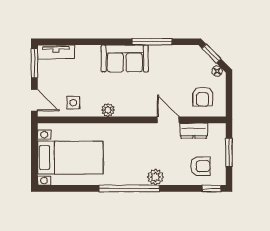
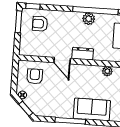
dresser: (194, 131) -> (83, 54), moved
window: (229, 152) -> (18, 22), moved
plant: (155, 177) -> (89, 19), moved

